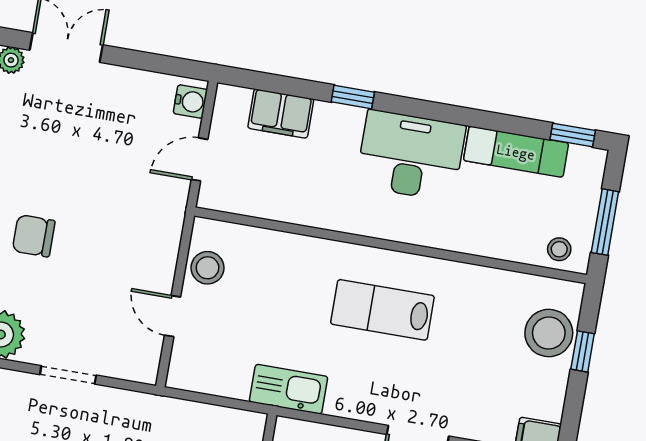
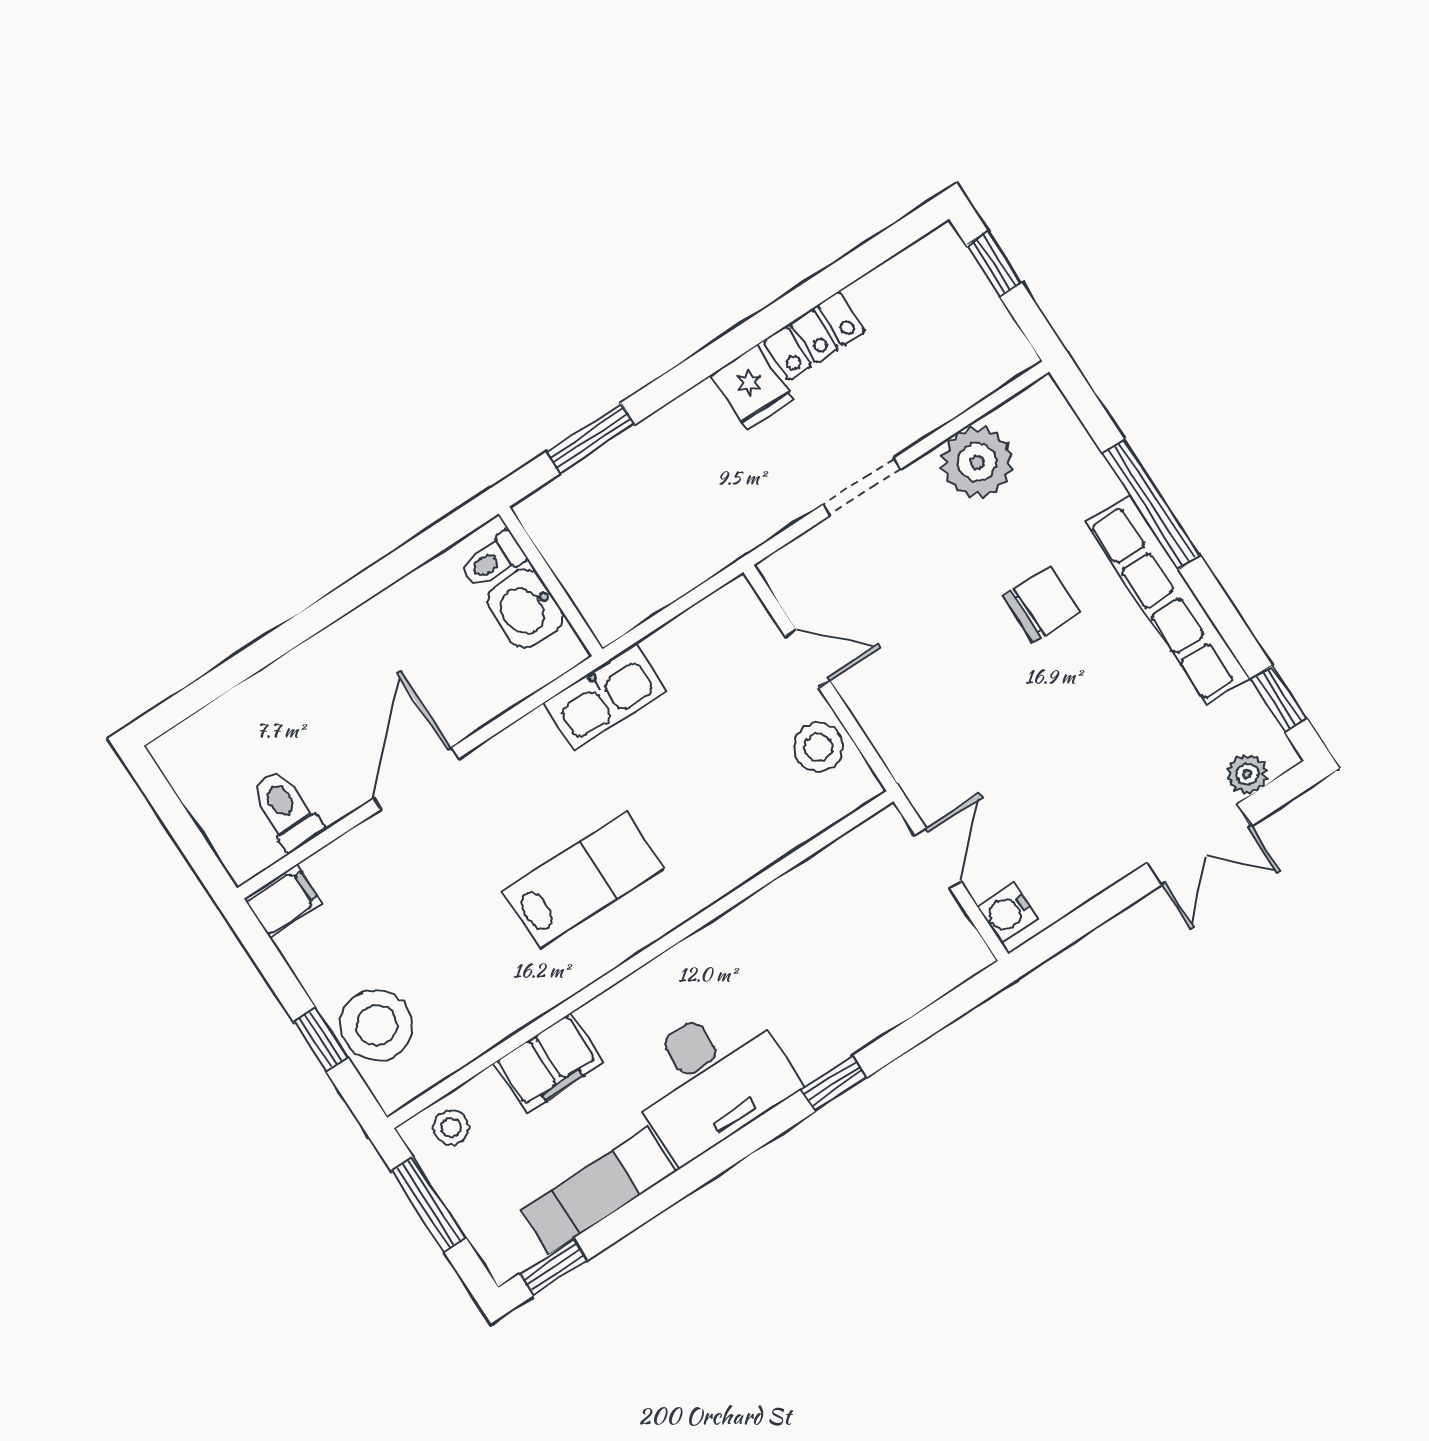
filing cabinet: (281, 114) -> (548, 1063), moved, turned 180

